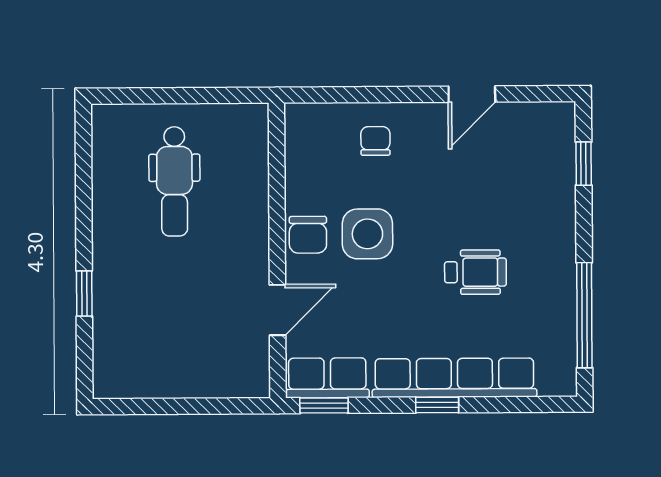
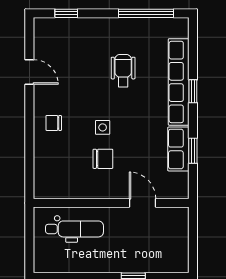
side table: (367, 234) -> (103, 127), width x0.54, depth x0.54
wall: (277, 250) -> (111, 203), moved
door: (277, 310) -> (142, 203), moved

